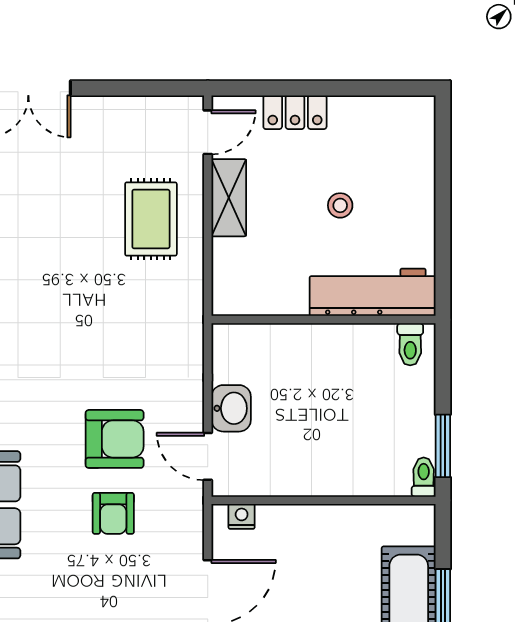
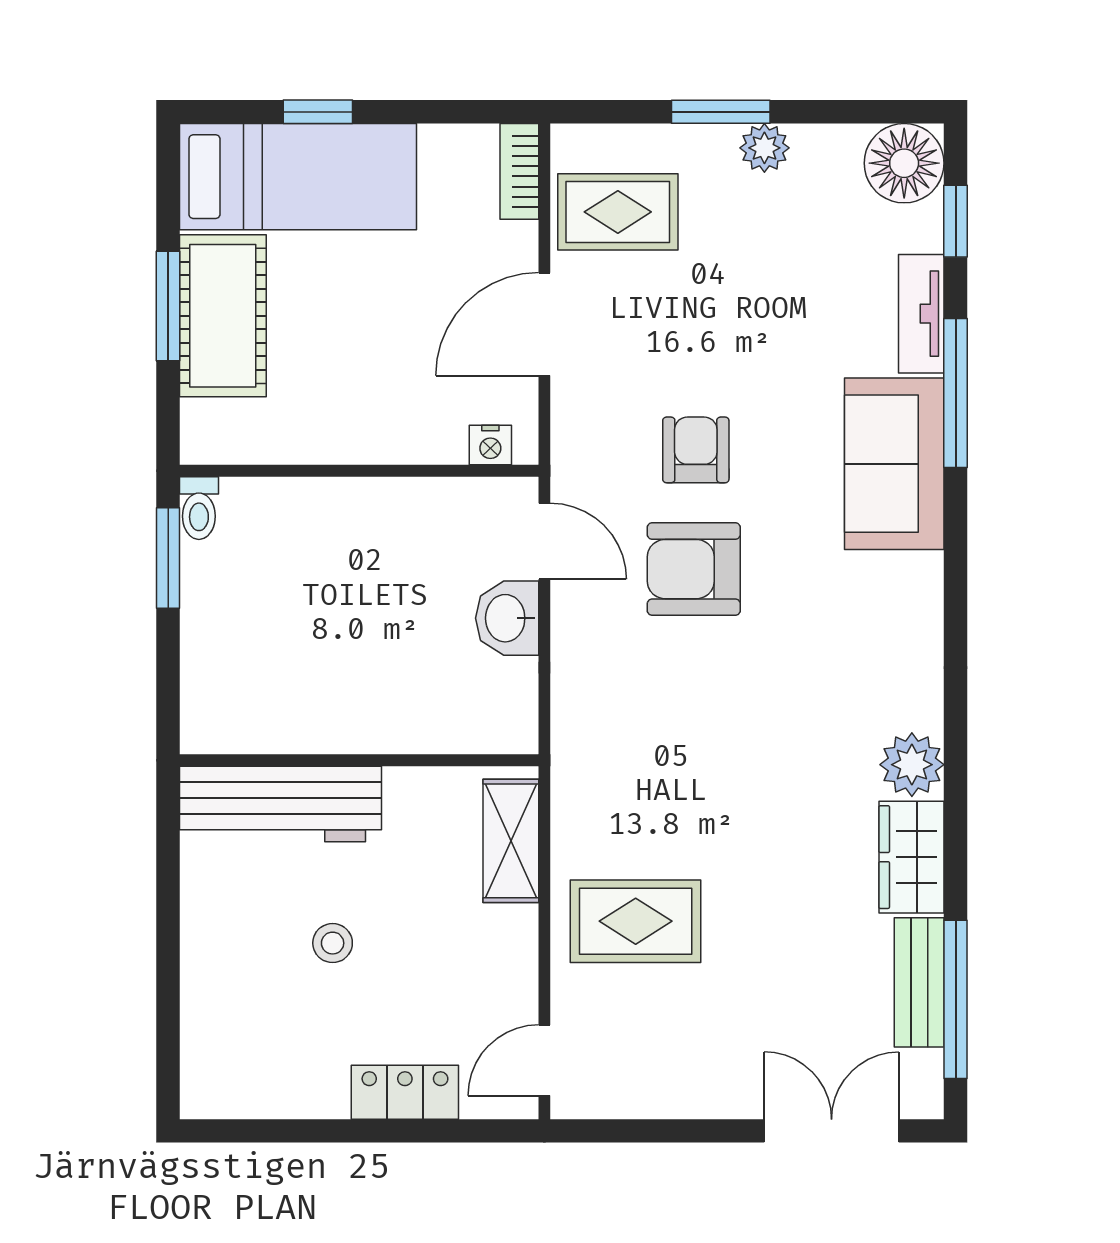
shelving: (229, 198) -> (511, 841), moved
rug: (151, 219) -> (636, 921), turned 90
toilet: (410, 344) -> (220, 721), removed

